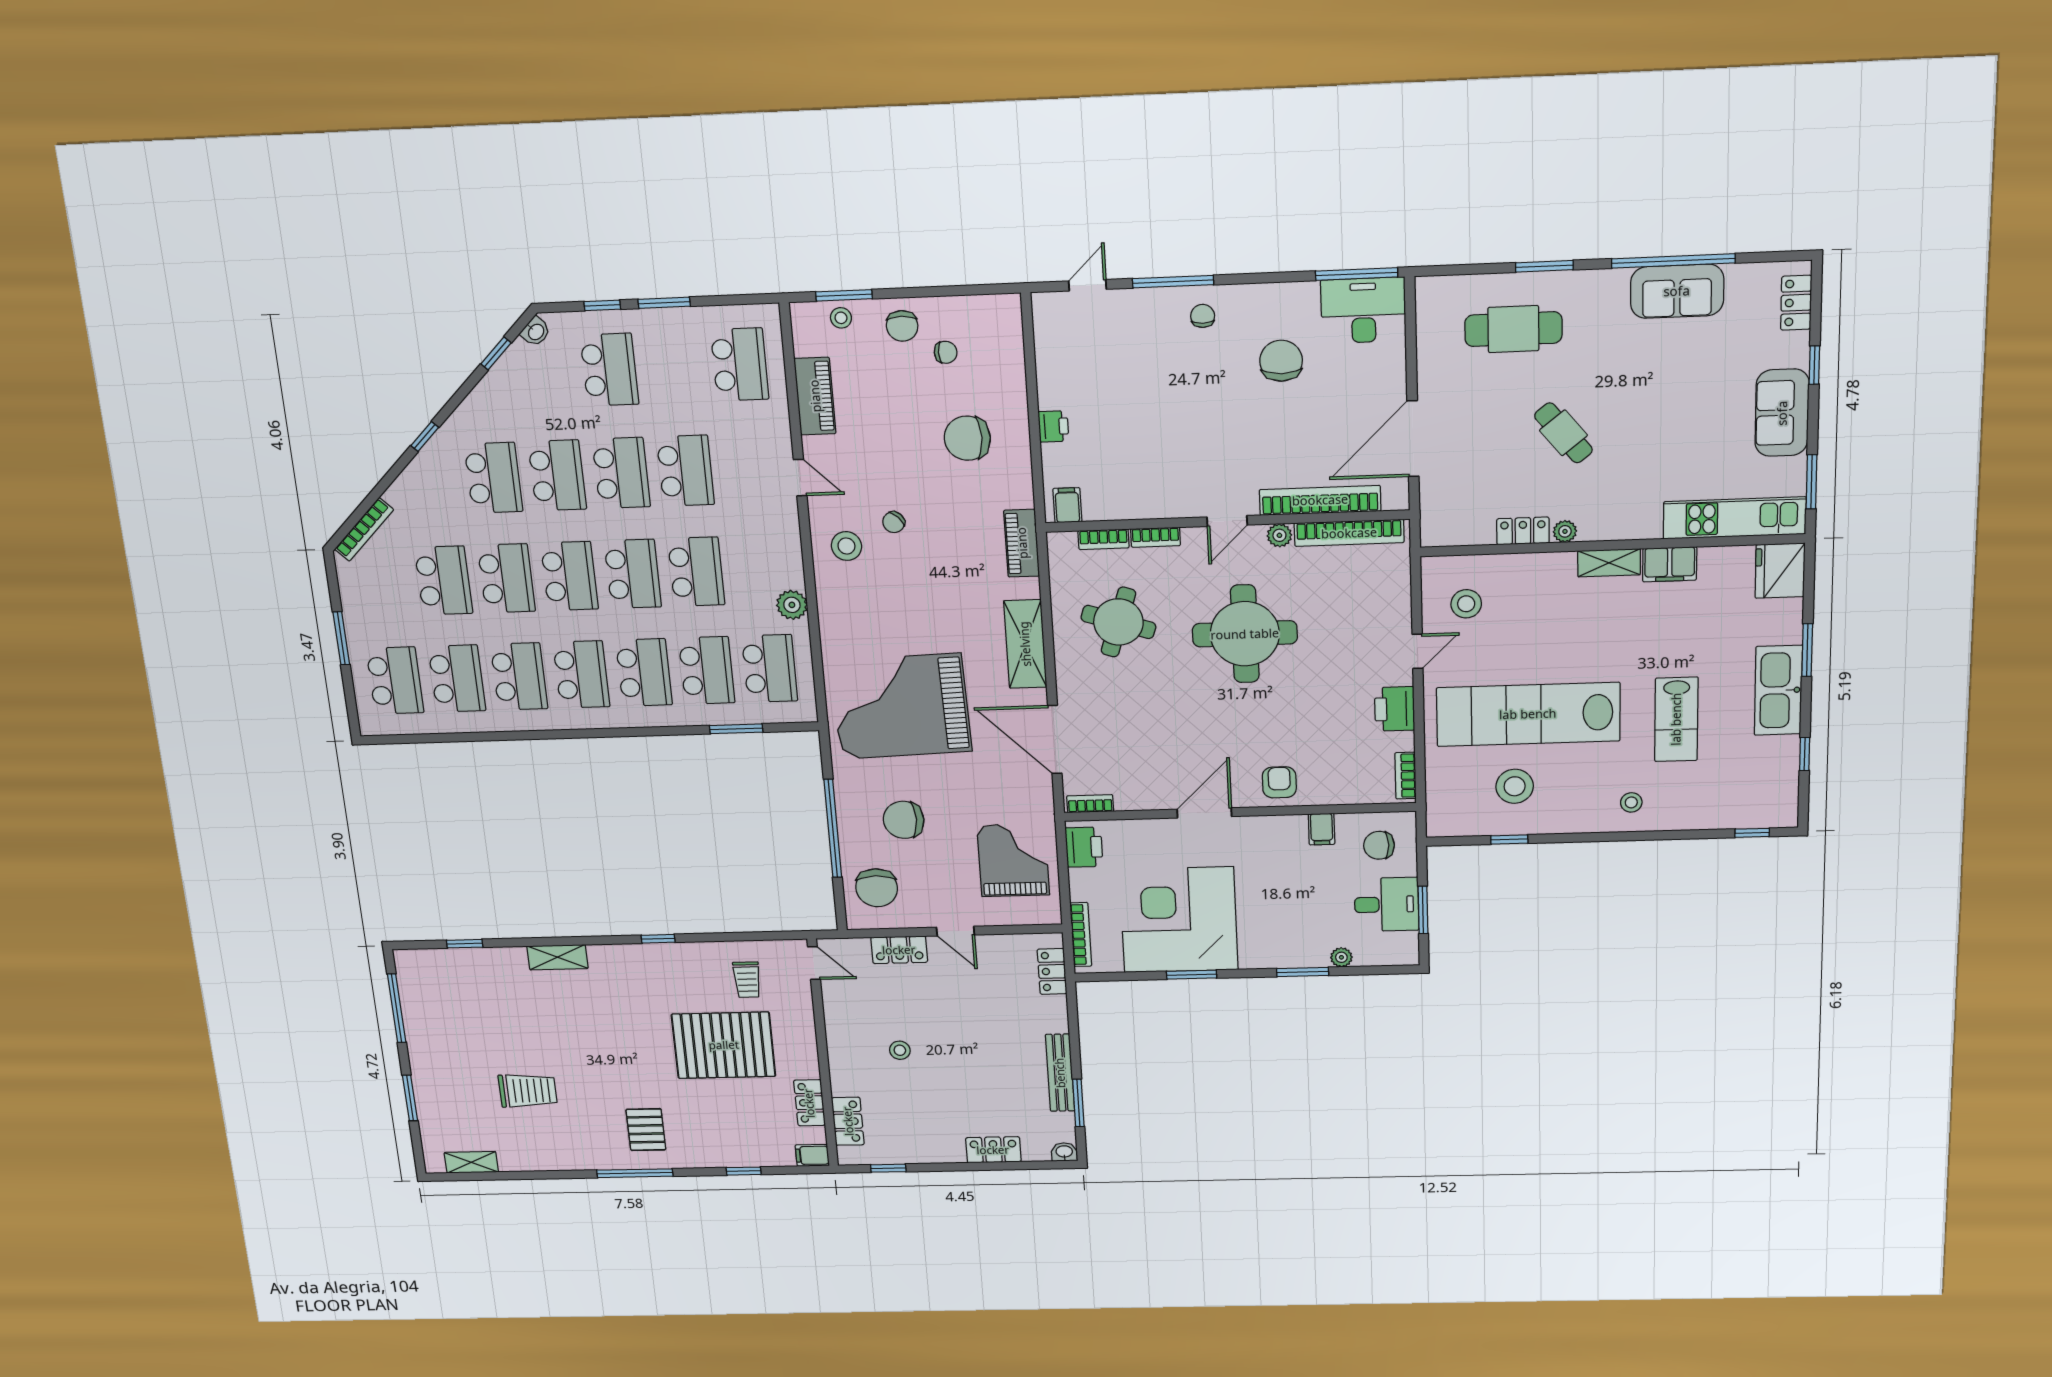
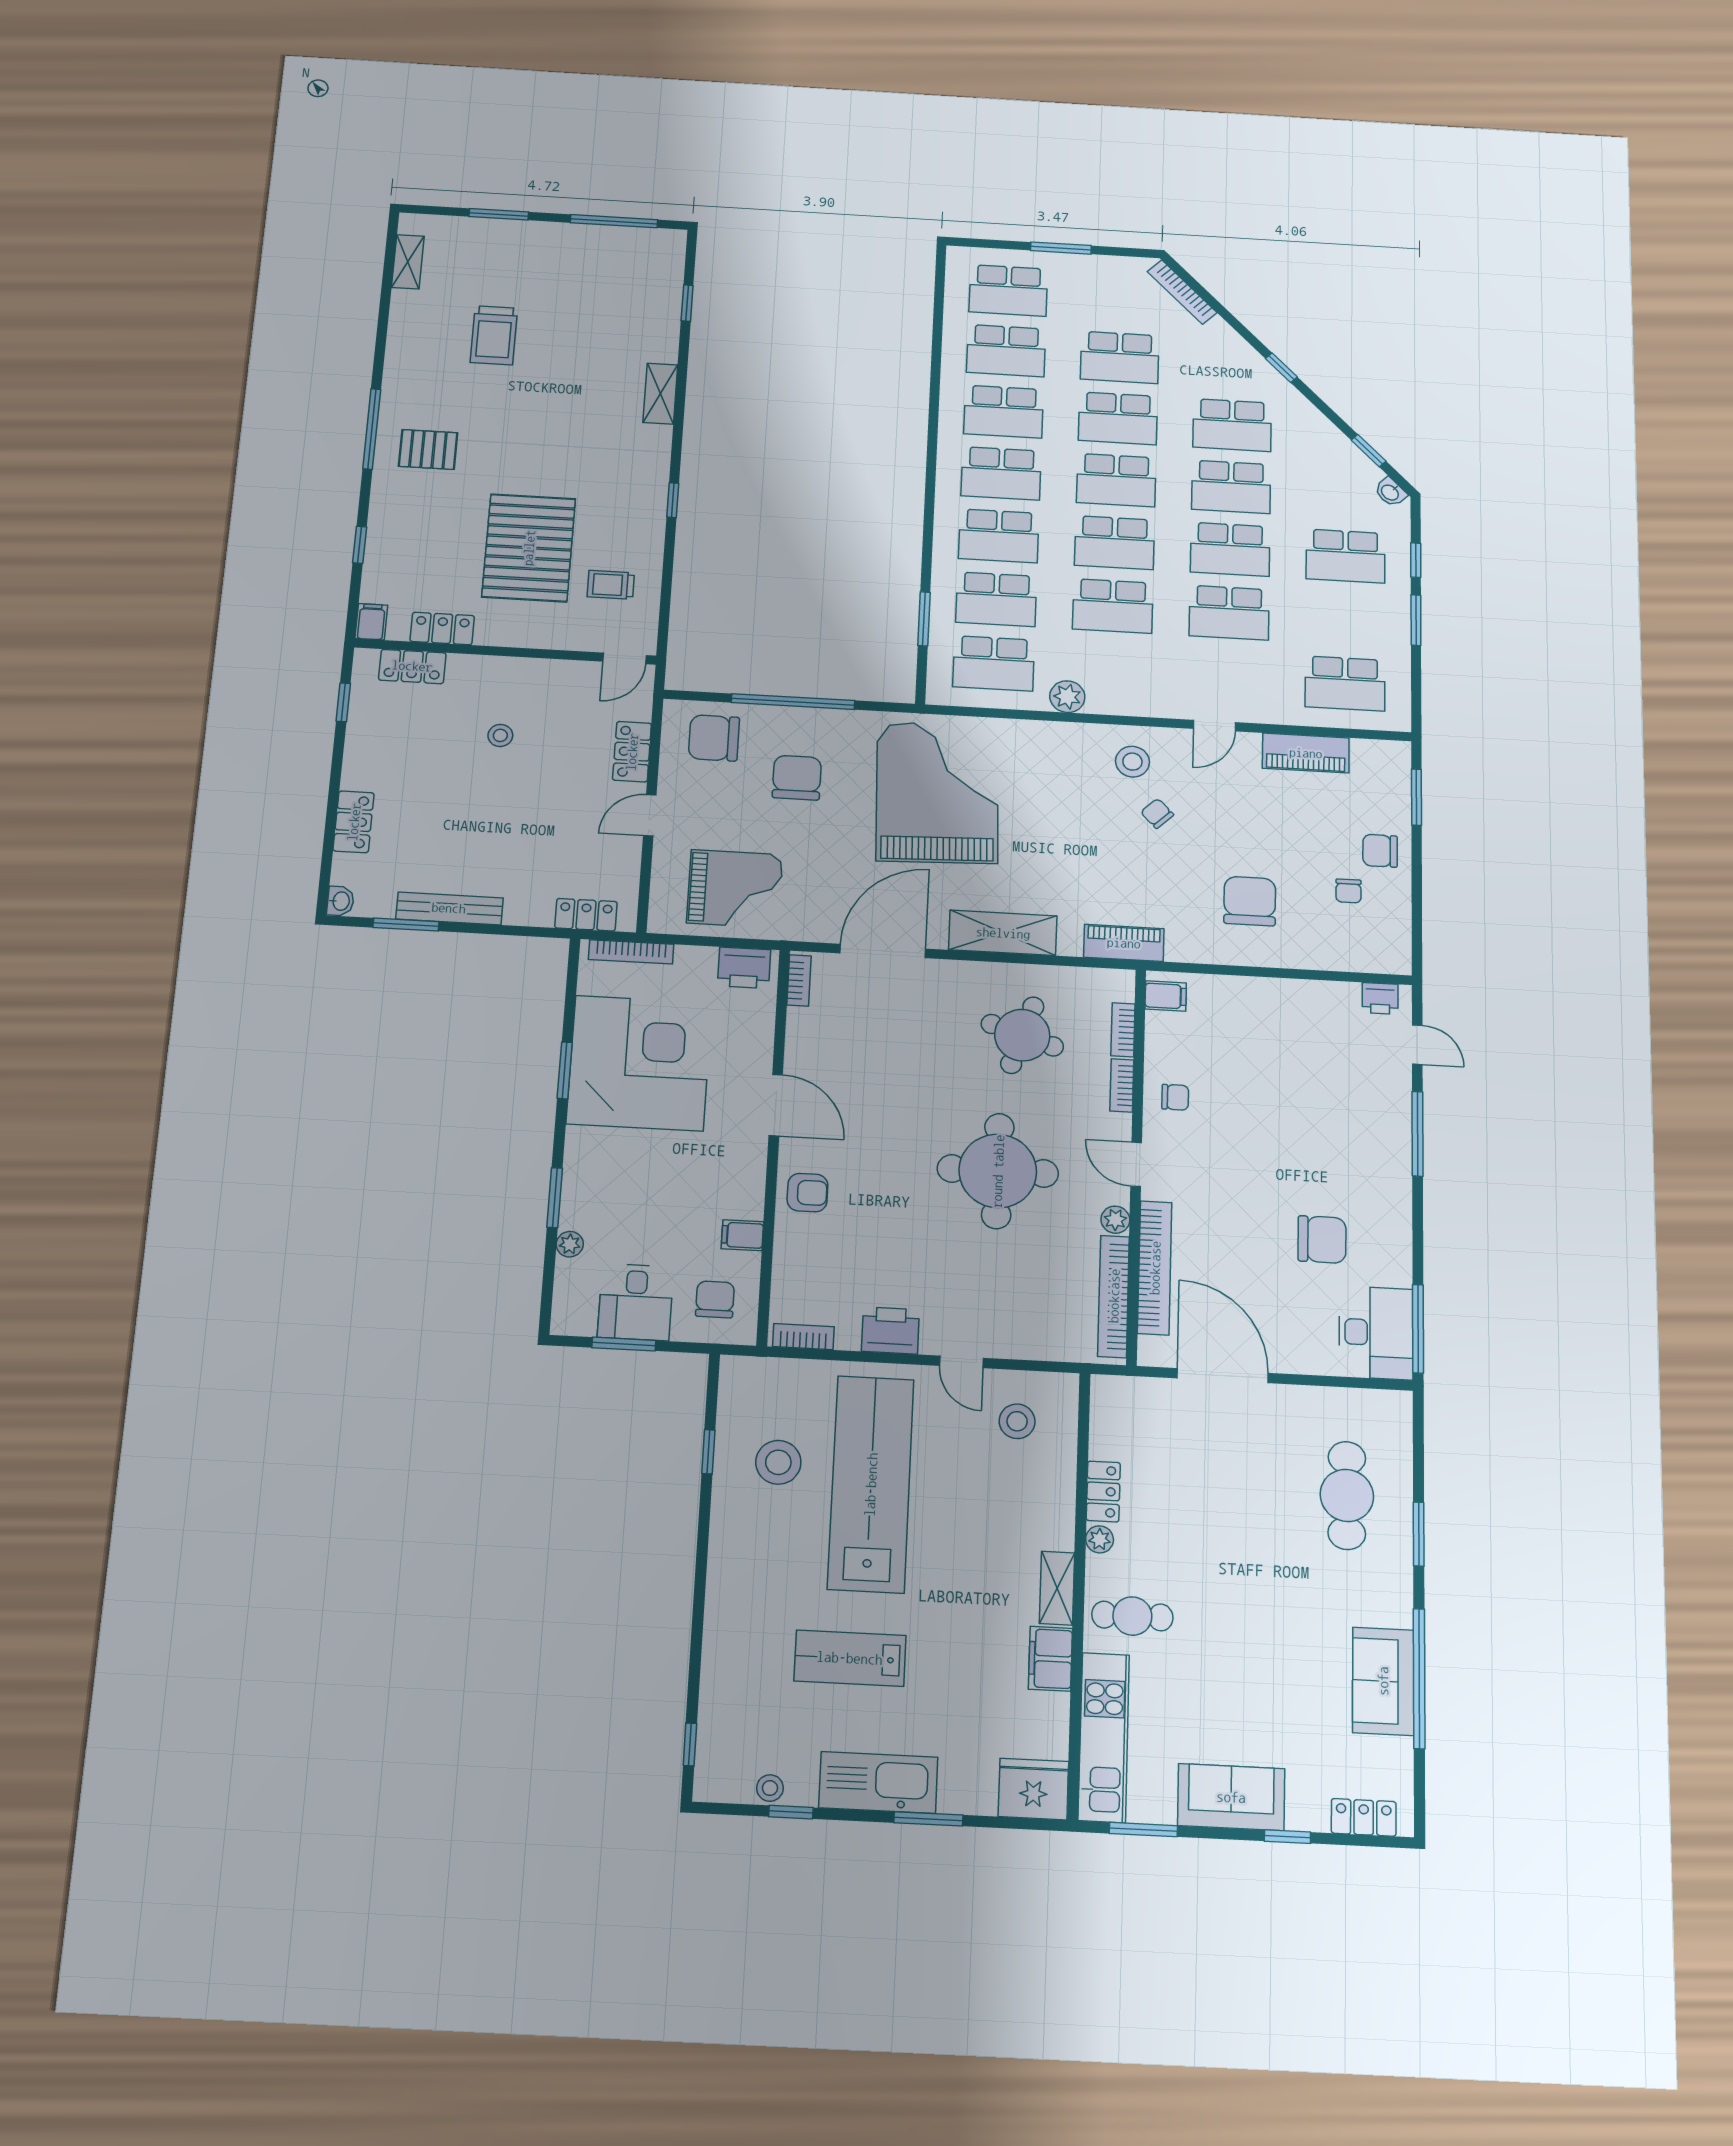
chair: (1203, 316) -> (1175, 1097), moved
stool: (841, 318) -> (1392, 791), removed
printer: (1053, 426) -> (1380, 998), moved
cafe table: (1563, 433) -> (1132, 1616), moved, turned 39
stool: (1631, 802) -> (770, 1788), moved

